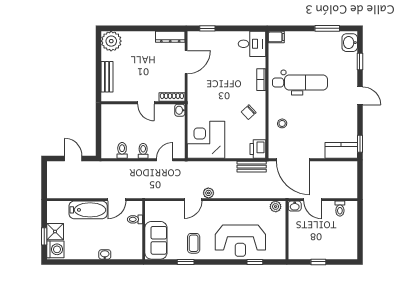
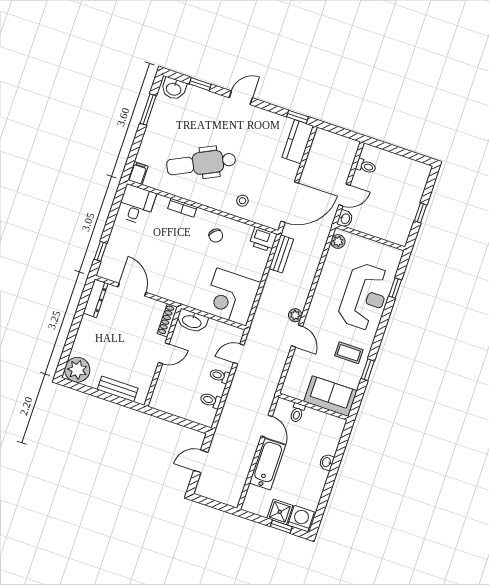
dental chair: (300, 82) -> (201, 163), turned -116
washbasin: (180, 110) -> (192, 321), width x1.91, depth x1.45
door: (165, 160) -> (239, 354), hinge flipped

